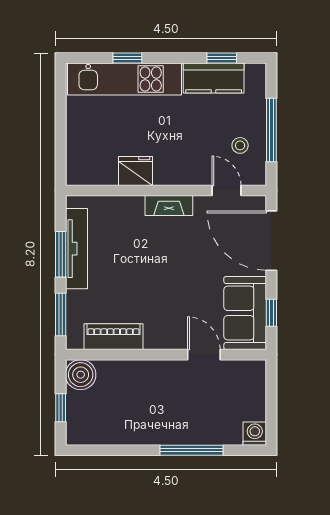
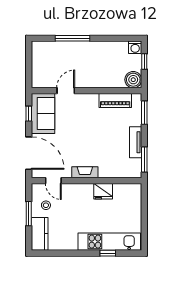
window: (222, 58) -> (56, 253), removed
kitchen counter: (214, 78) -> (40, 234), moved, turned 90
window: (271, 130) -> (29, 214), width x0.69
tv unit: (76, 249) -> (136, 142), width x0.71
window: (61, 254) -> (144, 160), moved
door: (204, 355) -> (66, 91), swing flipped
washing machine: (255, 434) -> (135, 47), moved

